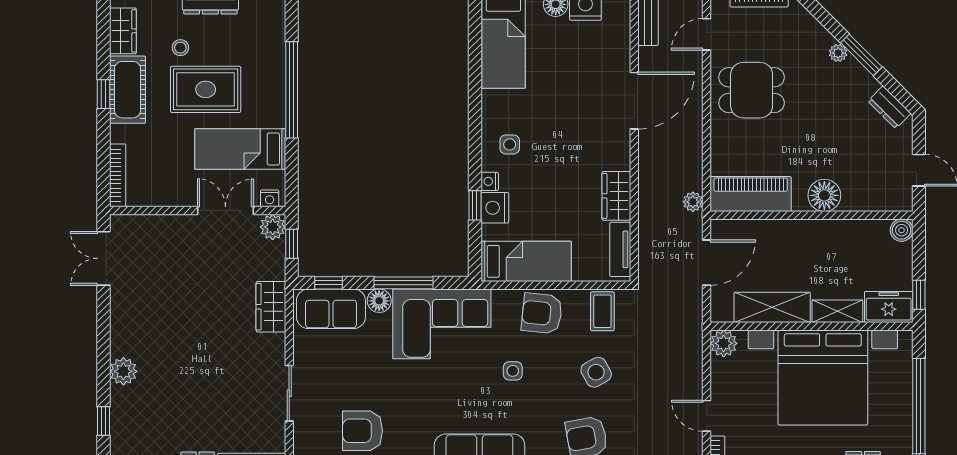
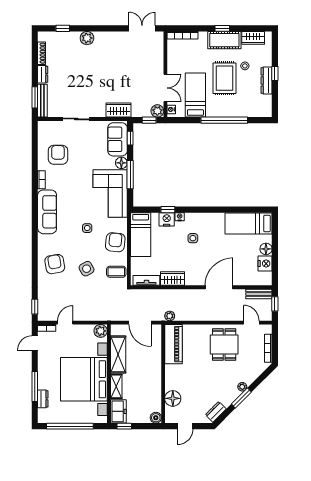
door: (634, 101) -> (219, 287), swing flipped
side table: (510, 144) -> (193, 238), moved
floor lamp: (824, 195) -> (173, 398), moved

